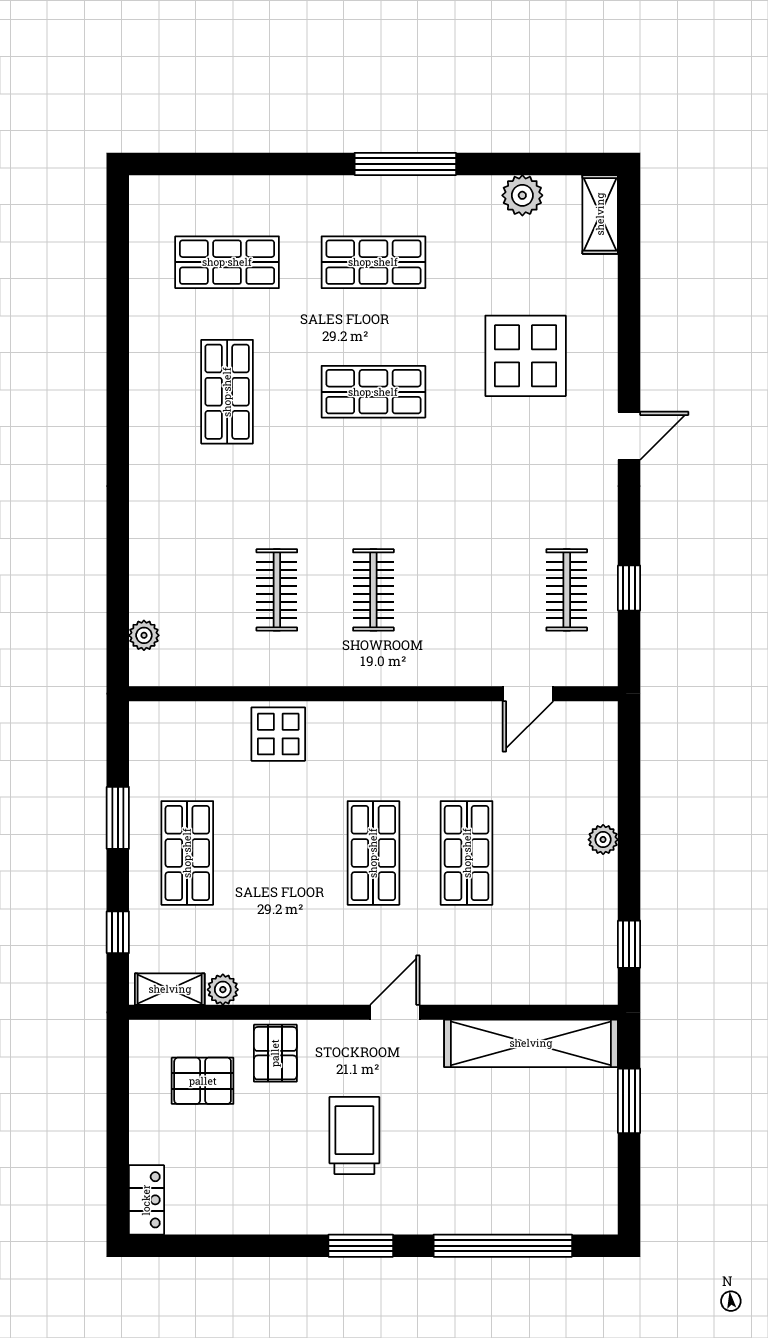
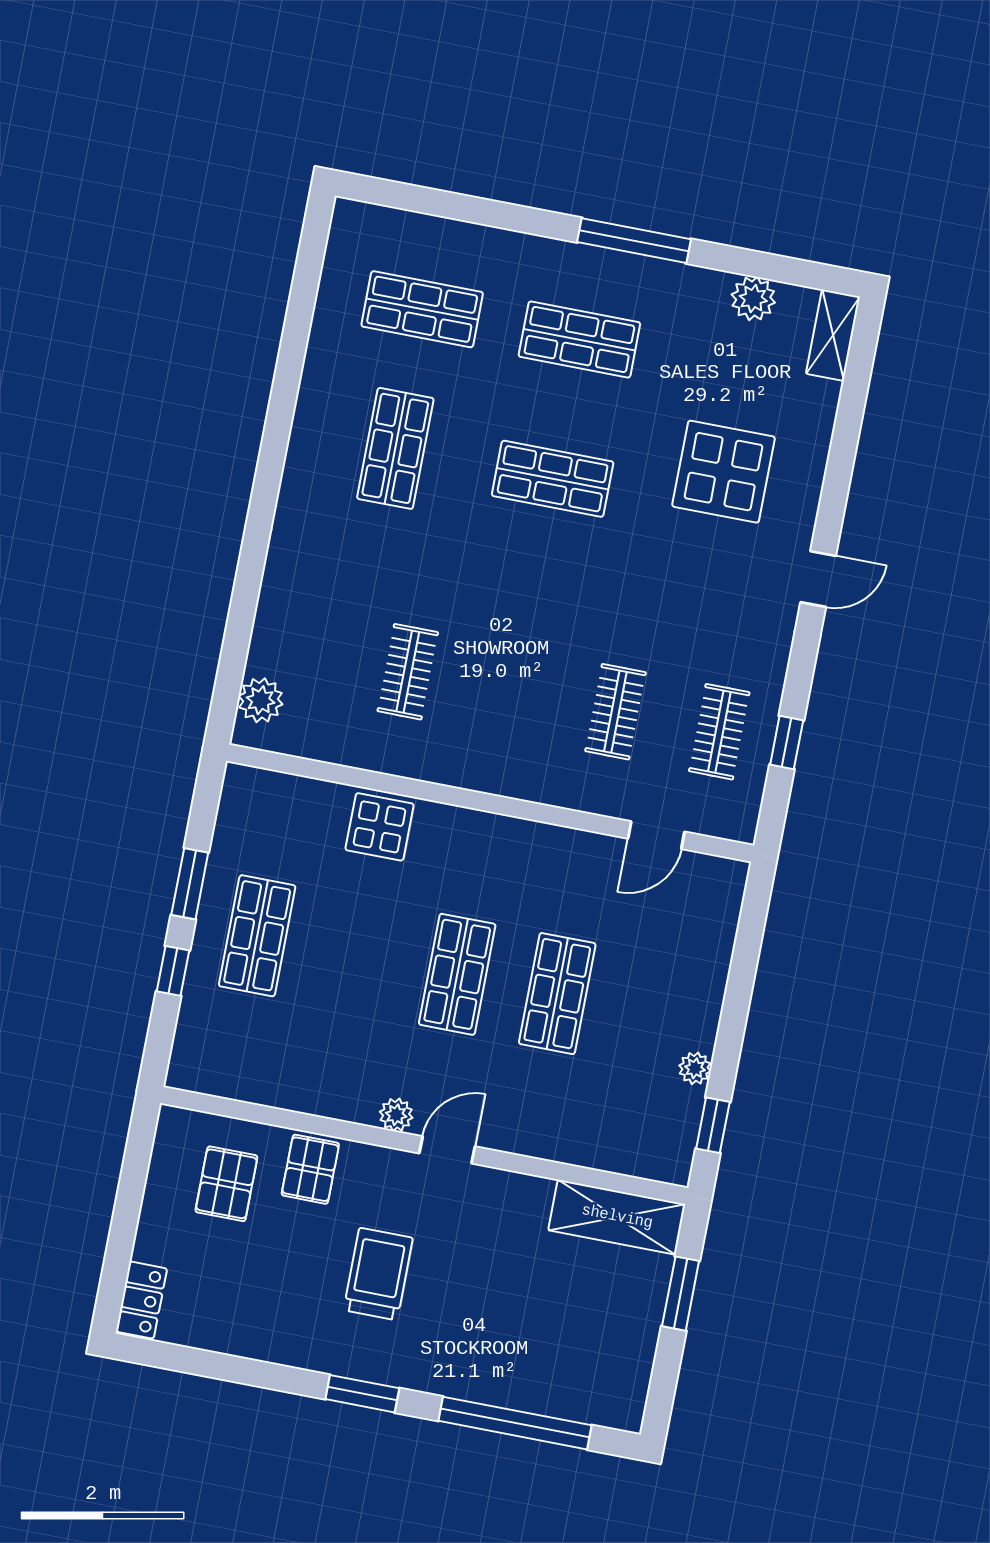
clothes rail: (373, 590) -> (615, 712), moved
plant: (144, 635) -> (261, 700), width x1.38, depth x1.38
plant: (603, 840) -> (695, 1068), moved
window: (118, 932) -> (173, 971), moved
shelving: (170, 989) -> (210, 1079), removed
plant: (223, 990) -> (396, 1115), moved
shelving: (531, 1043) -> (617, 1217), width x0.68
pallet: (203, 1081) -> (226, 1184), turned 90

